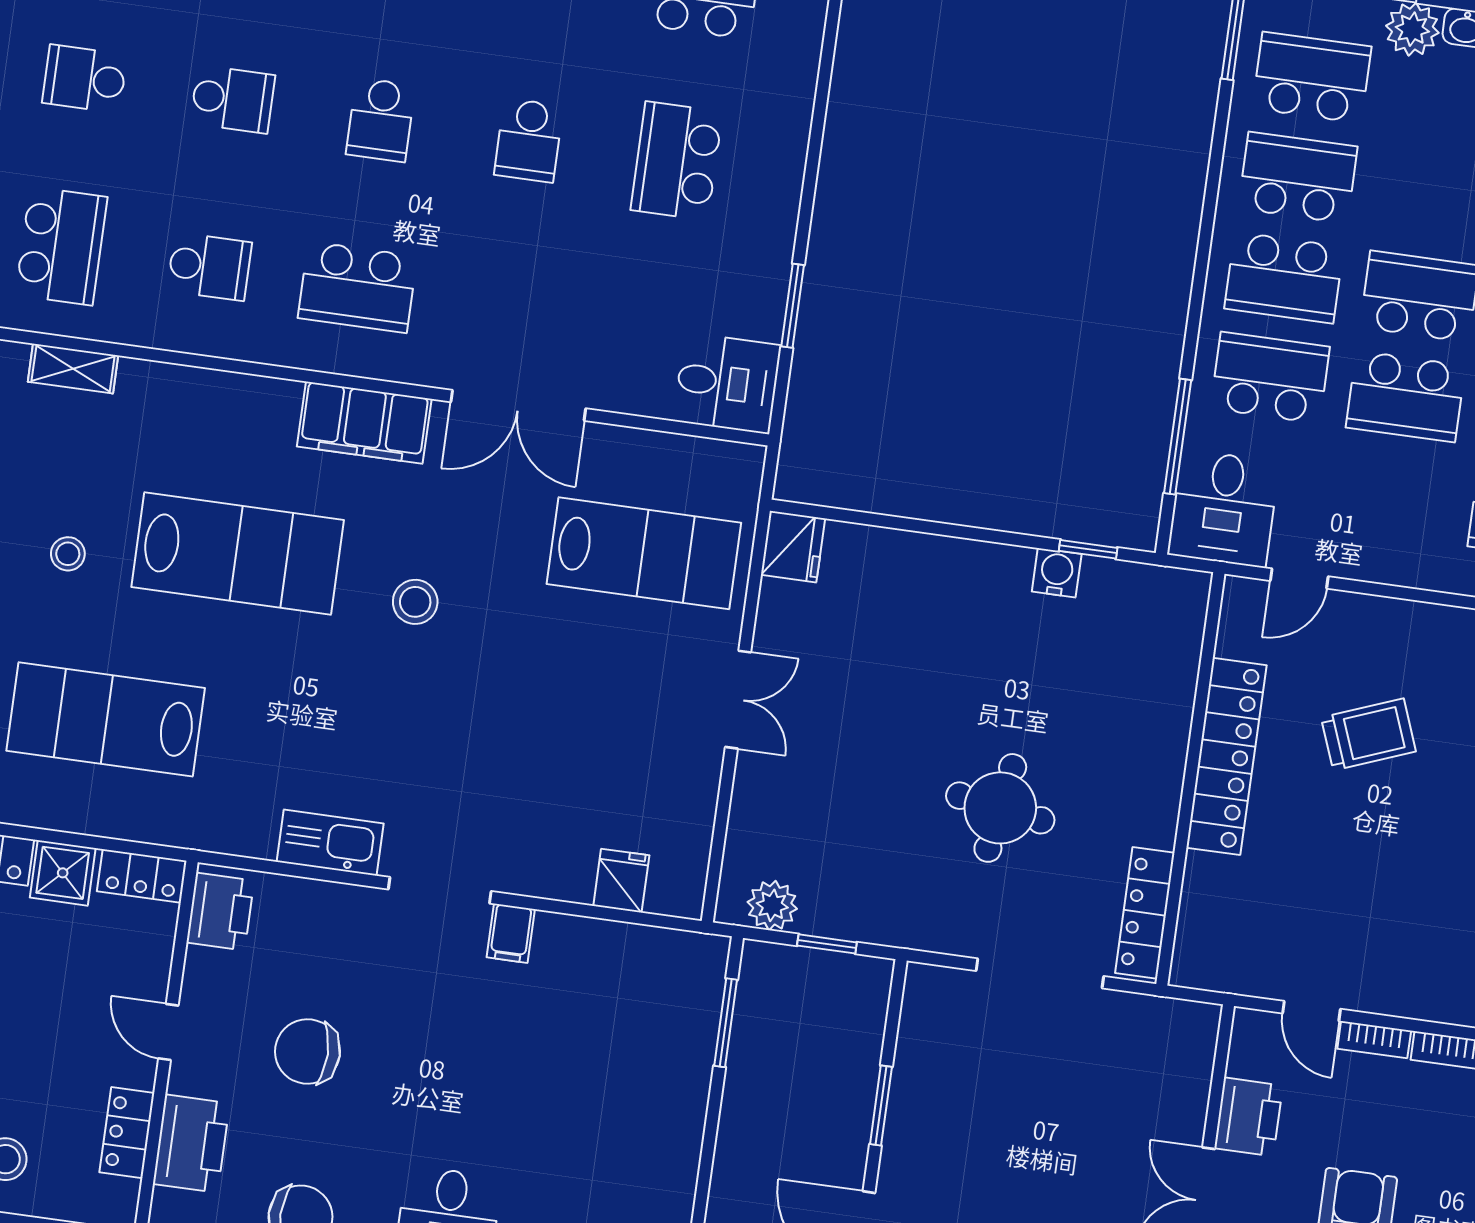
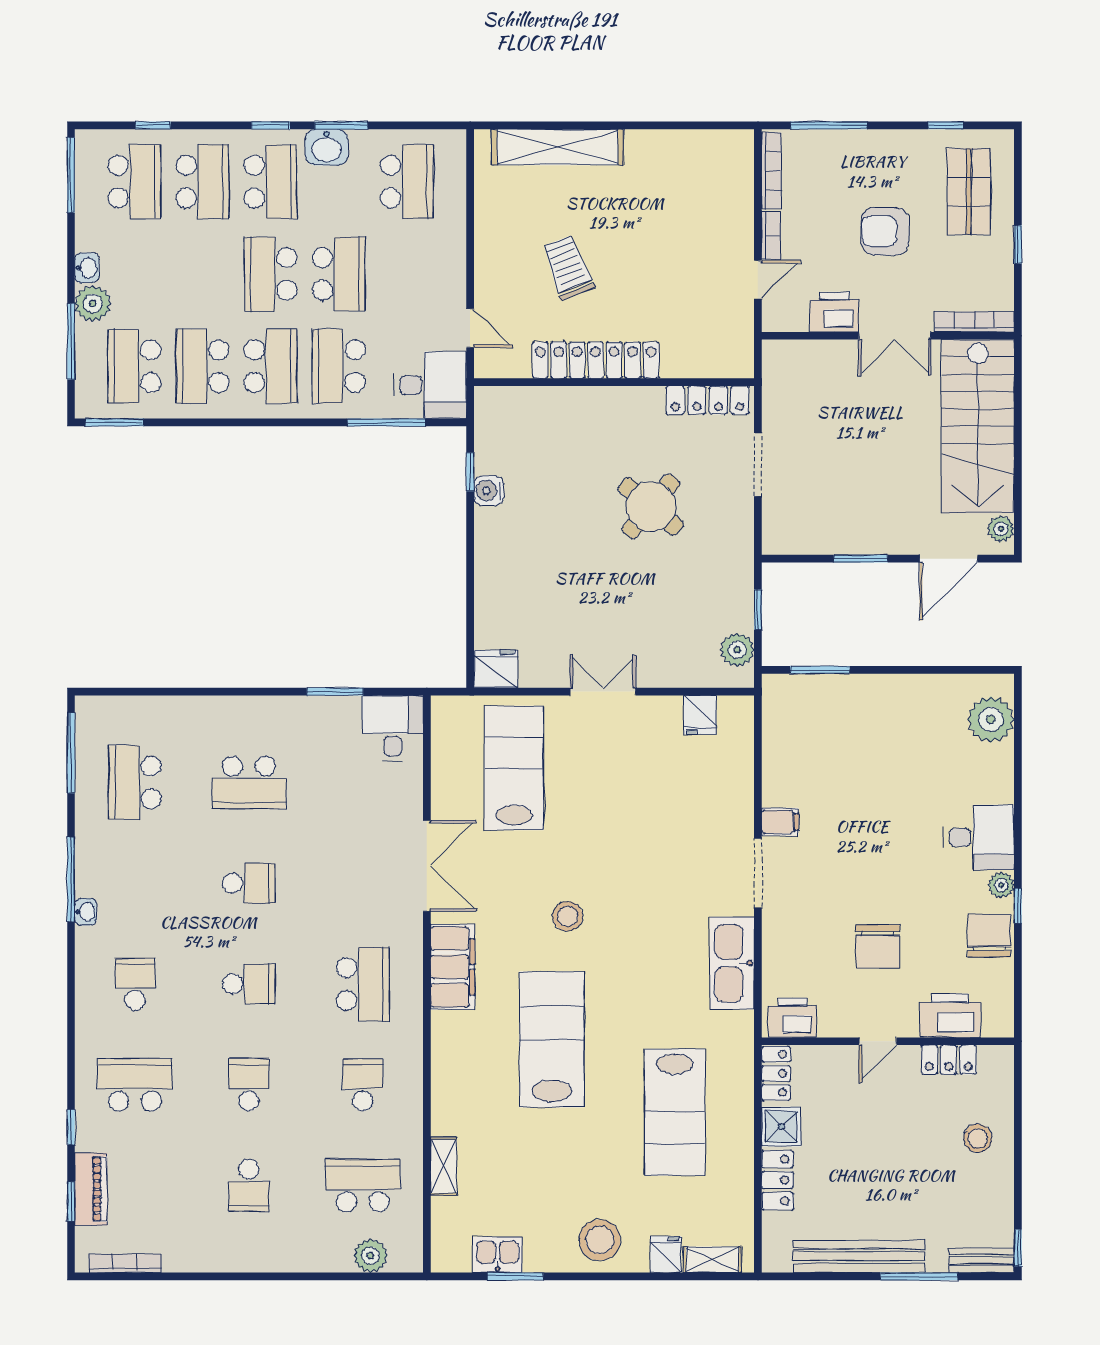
stool: (68, 554) -> (568, 1153), removed
round table: (1000, 808) -> (651, 506), turned 31
kitchen sink: (330, 843) -> (732, 963), width x1.36, depth x1.24
fridge: (621, 881) -> (700, 715), moved, turned -90
doorway: (1040, 973) -> (758, 465), width x0.73

